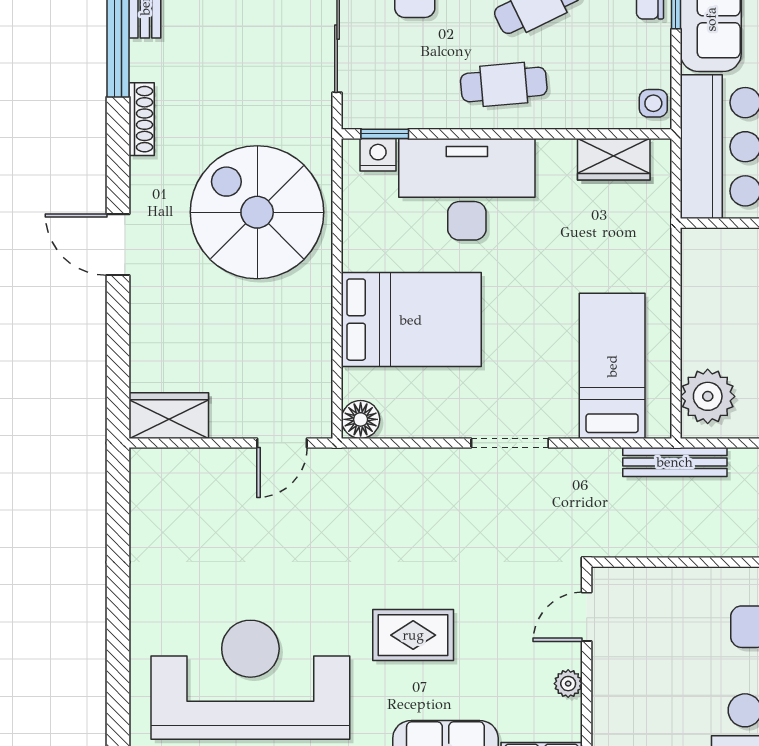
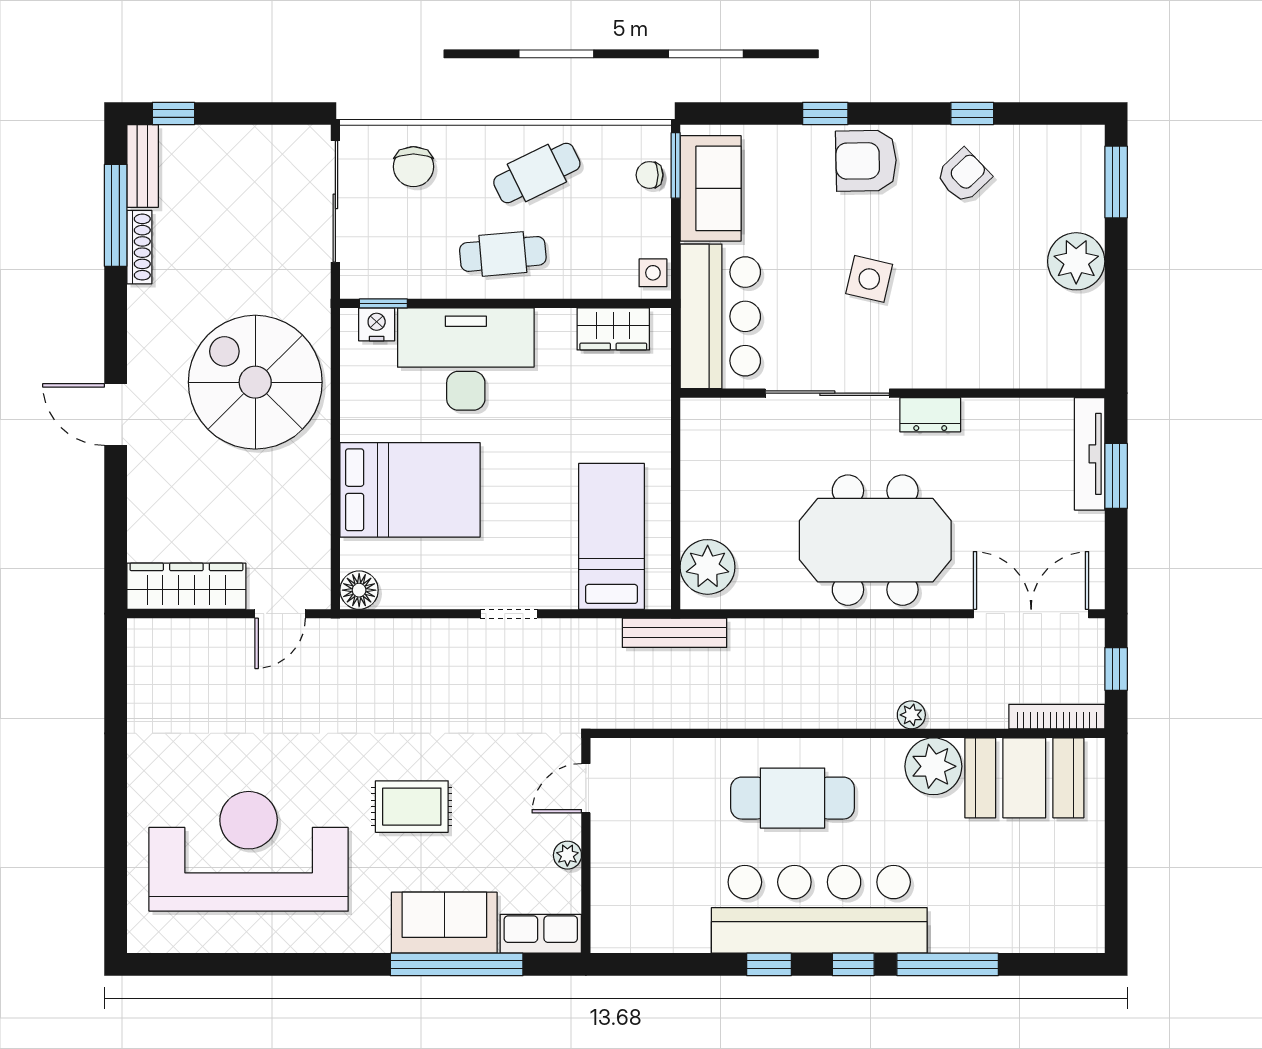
shoe rack: (142, 119) -> (139, 247), moved
wardrobe: (169, 416) -> (186, 586), width x1.50
doorway: (510, 443) -> (509, 614), width x0.73

